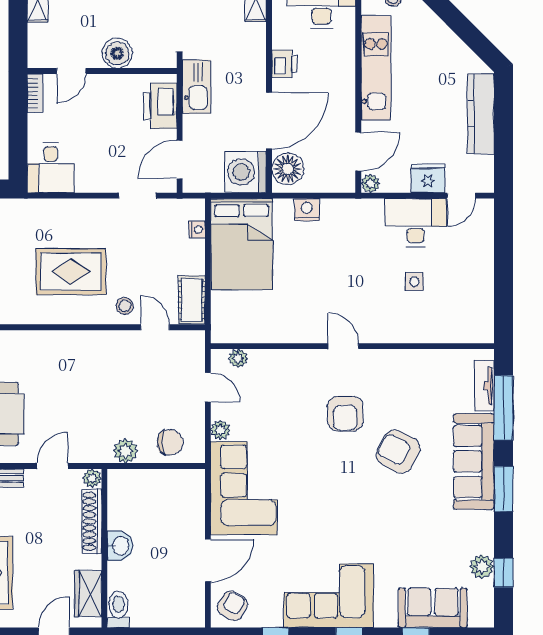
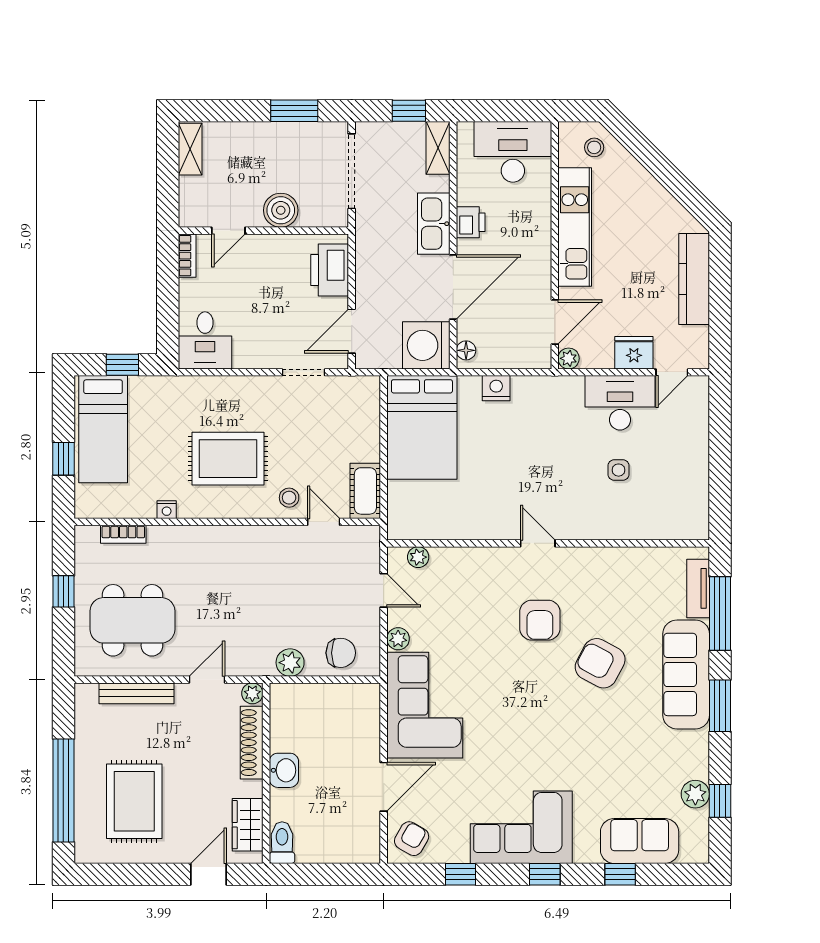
kitchen sink: (197, 87) -> (434, 224), moved, turned 180
floor lamp: (288, 169) -> (466, 350), width x0.53, depth x0.53
nightstand: (197, 230) -> (167, 510), moved, turned 90

